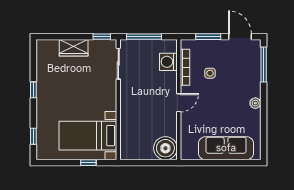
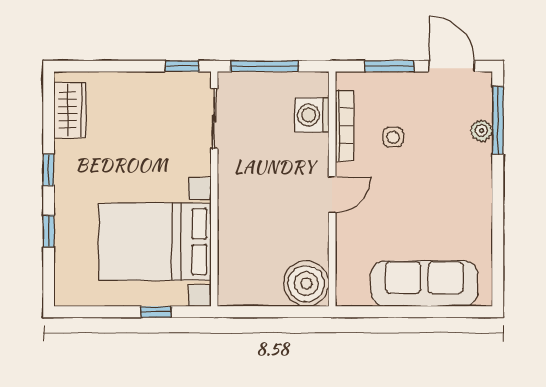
wardrobe: (74, 48) -> (70, 110), moved, turned -90
plant: (255, 103) -> (481, 131), moved
window: (33, 136) -> (49, 231), moved
bed with nightstands: (88, 136) -> (155, 242), width x1.36

